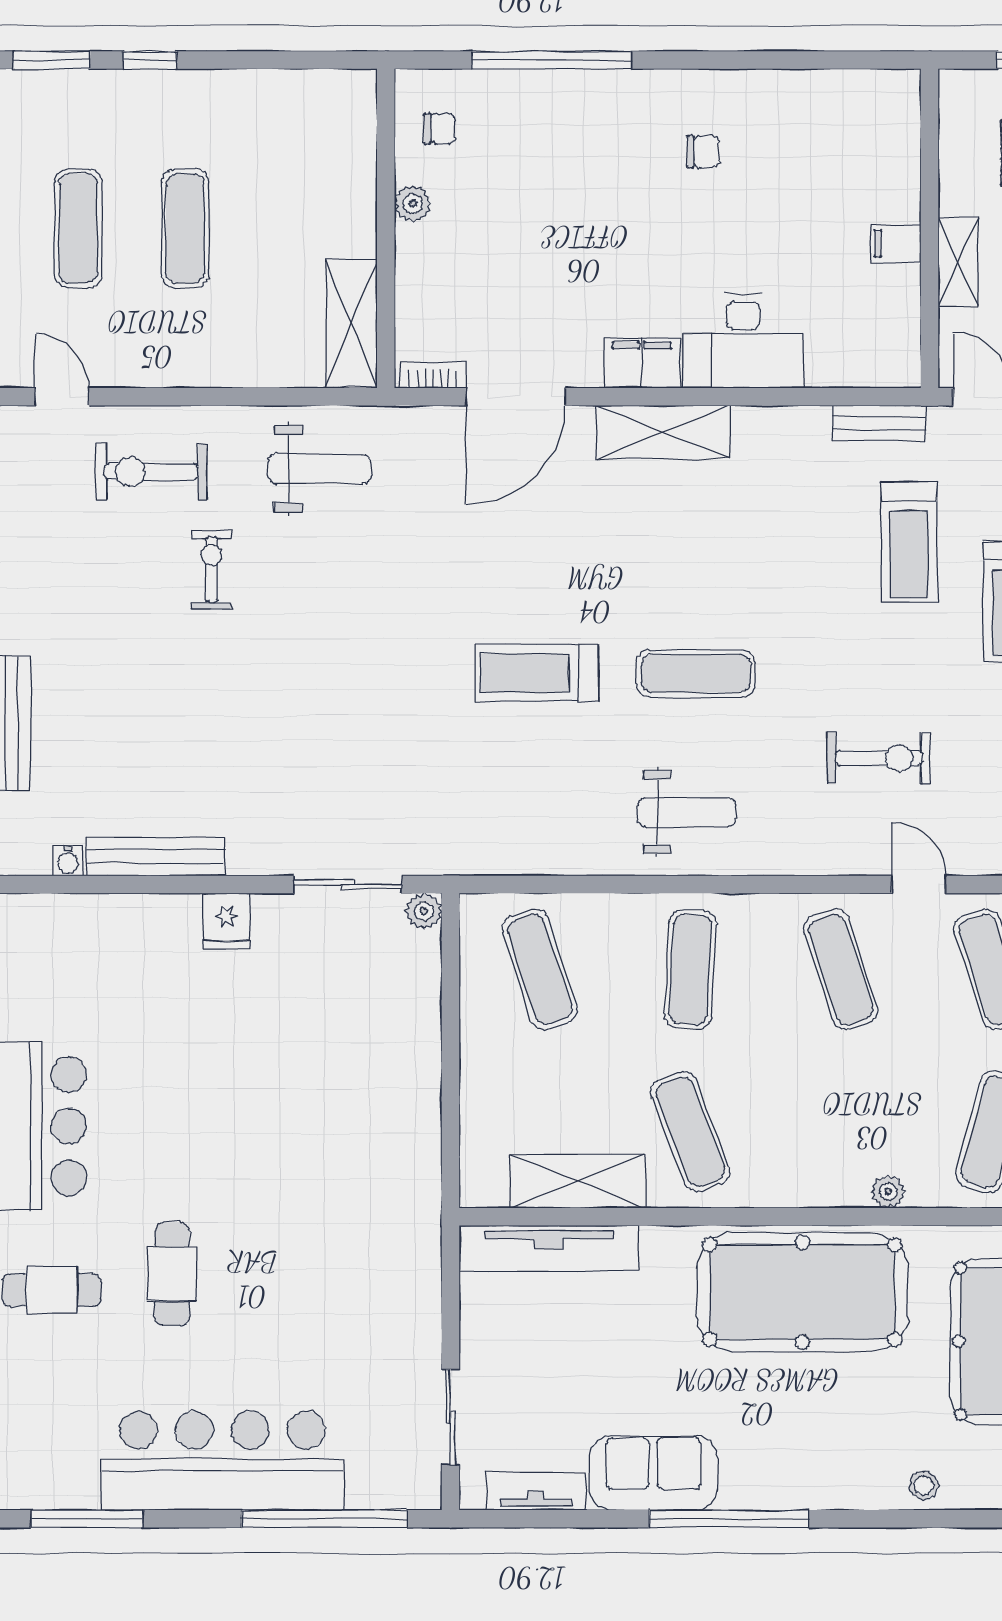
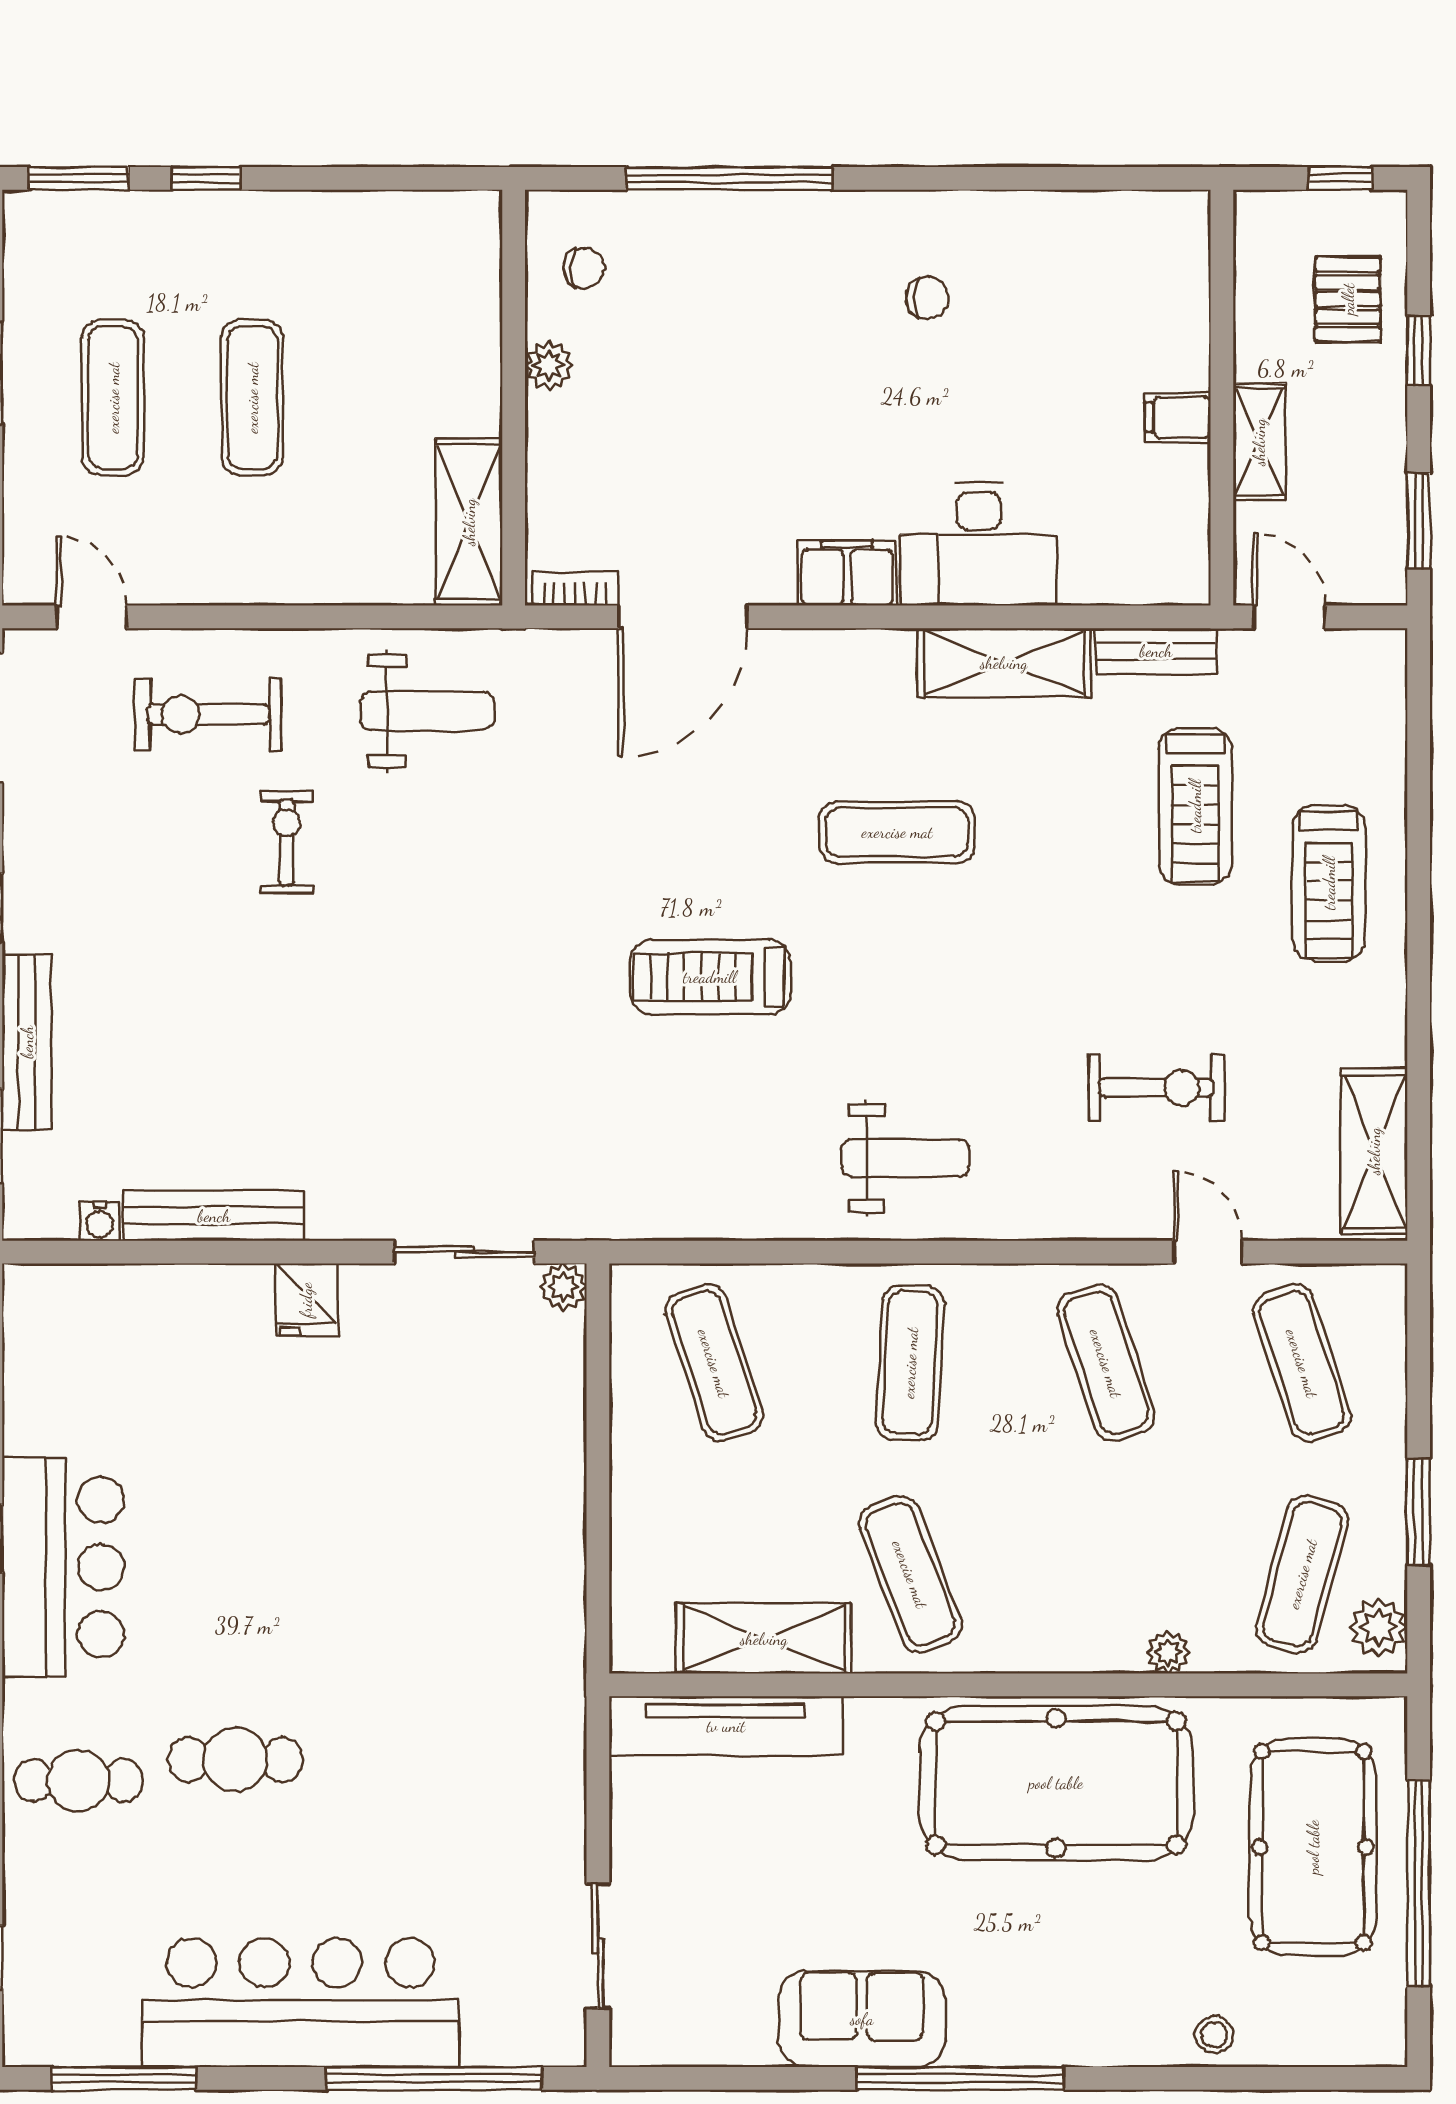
shelving: (663, 432) -> (1004, 663), moved
exercise mat: (696, 673) -> (897, 832), moved
cafe table: (172, 1274) -> (235, 1760), turned 90
tv unit: (536, 1491) -> (709, 2042), removed

